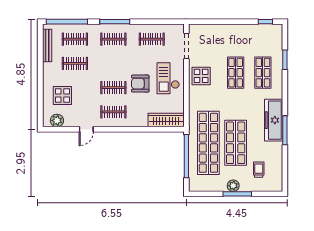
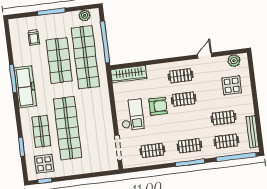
shop shelf: (236, 73) -> (68, 128), width x2.00, depth x1.36
display table: (201, 76) -> (44, 164), moved
plant: (233, 186) -> (84, 15), moved

